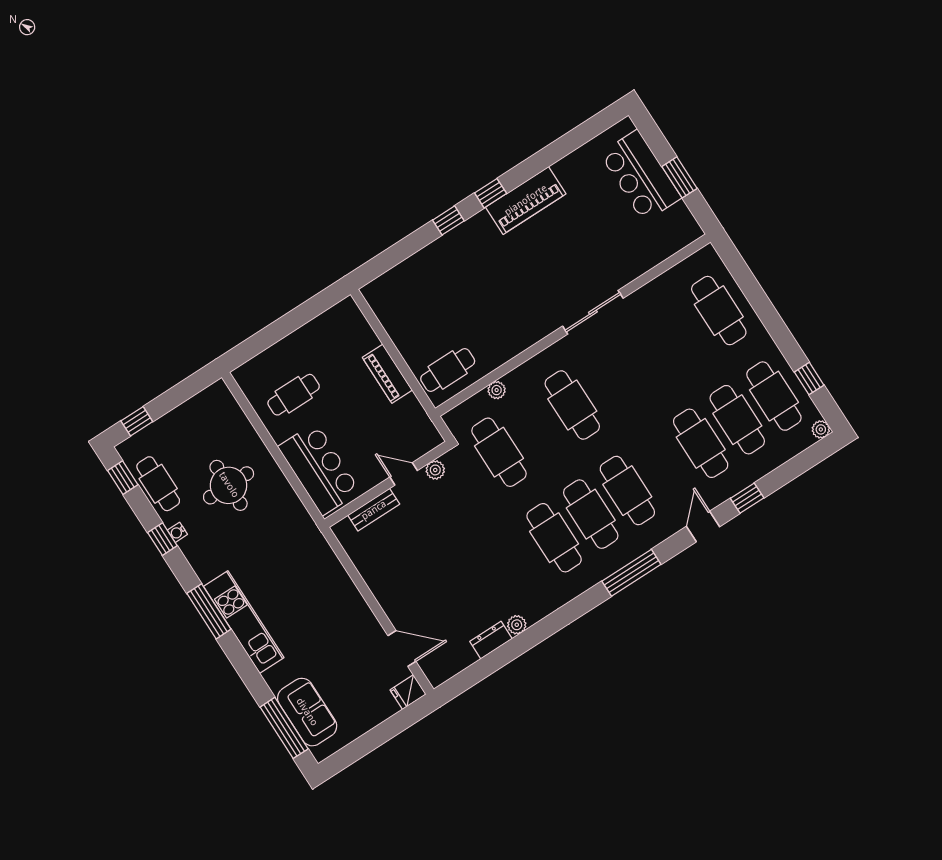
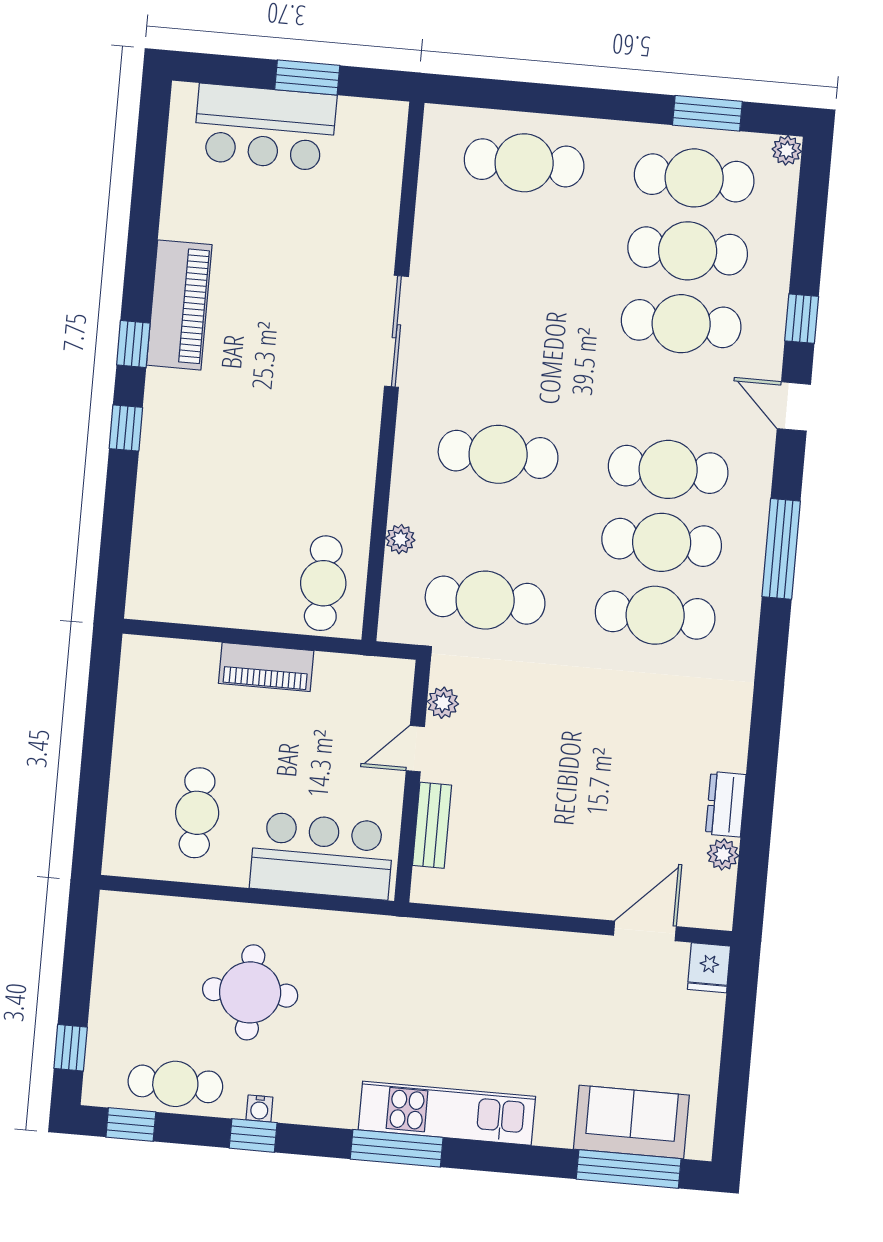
window: (809, 379) -> (707, 113), width x1.50
plant: (517, 625) -> (723, 854), moved

